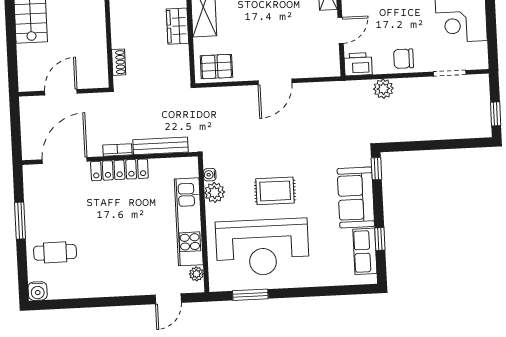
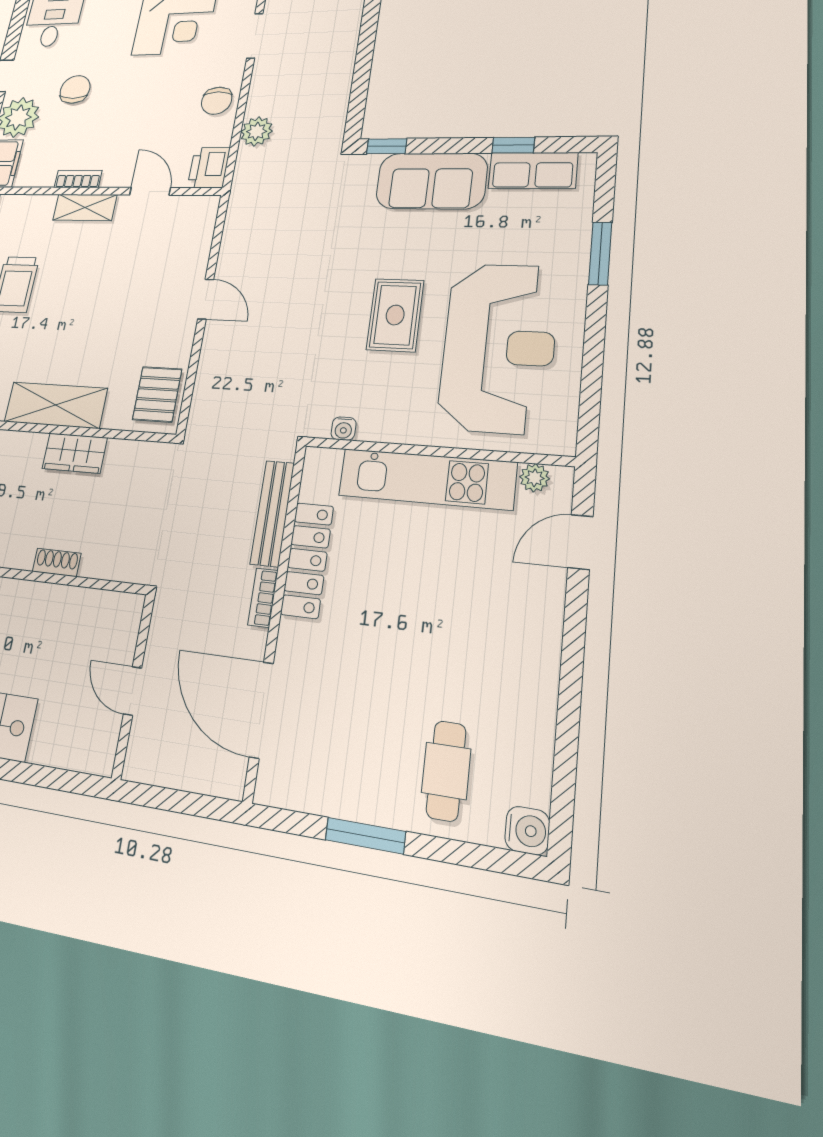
shoe rack: (119, 62) -> (57, 562), moved
door: (275, 82) -> (206, 299), width x0.73
door: (61, 92) -> (132, 691), width x0.73
locker: (119, 170) -> (307, 560), moved
plant: (215, 192) -> (379, 423), removed
window: (250, 295) -> (600, 253), moved
door: (168, 299) -> (580, 542), swing flipped

